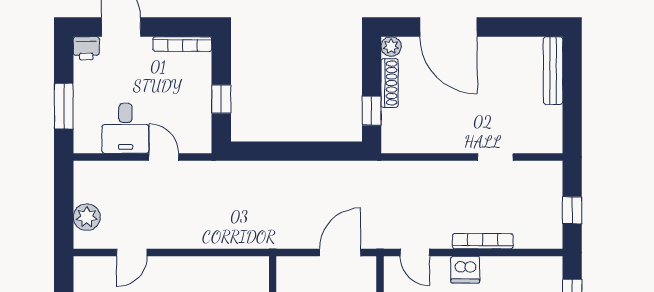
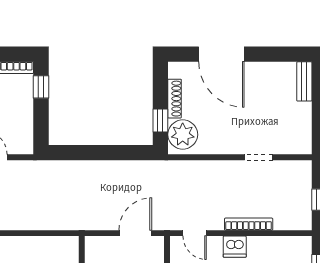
plant: (391, 46) -> (183, 135), moved, width x1.88, depth x1.88
bench: (553, 70) -> (304, 81), width x0.73
window: (221, 99) -> (41, 87), moved

